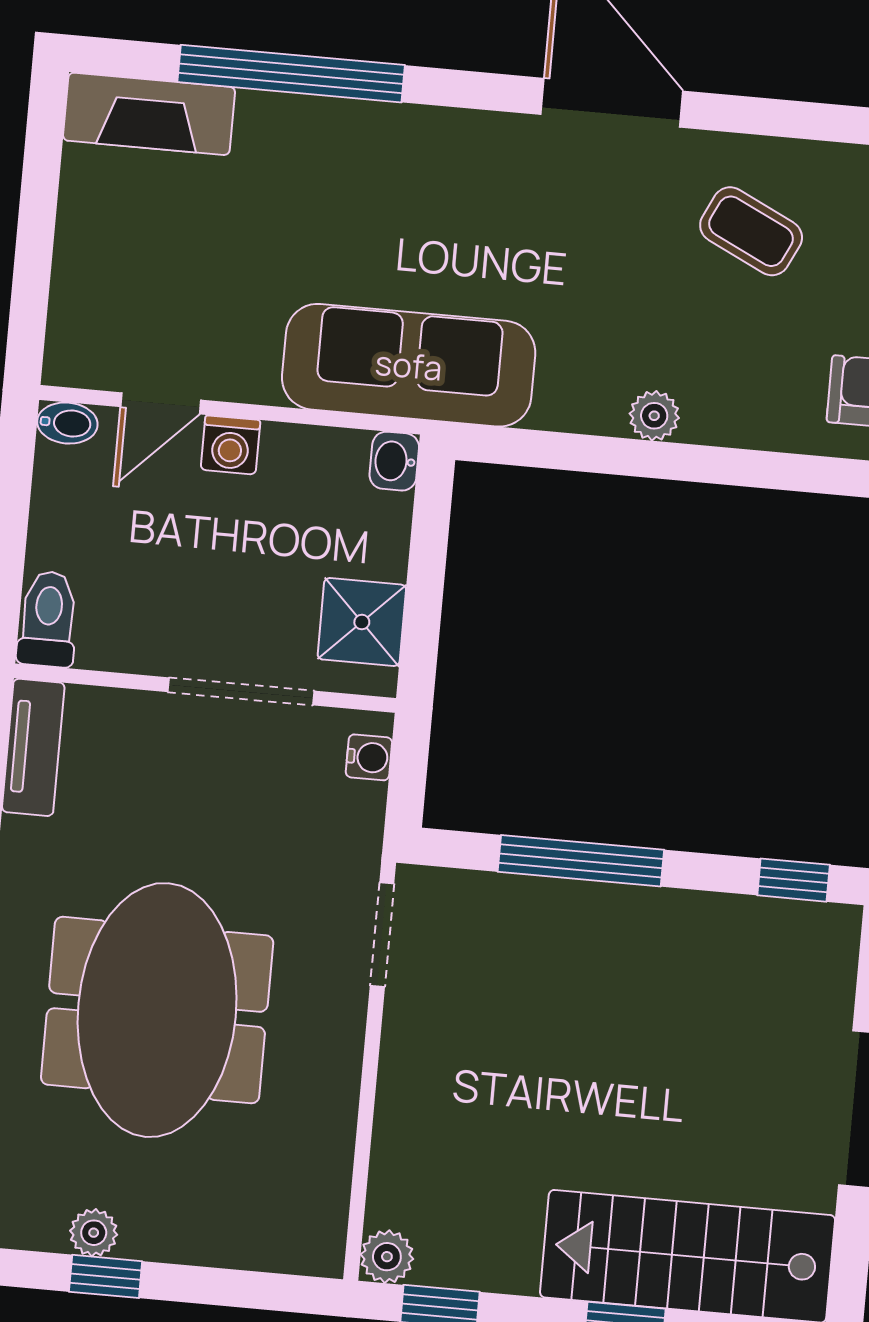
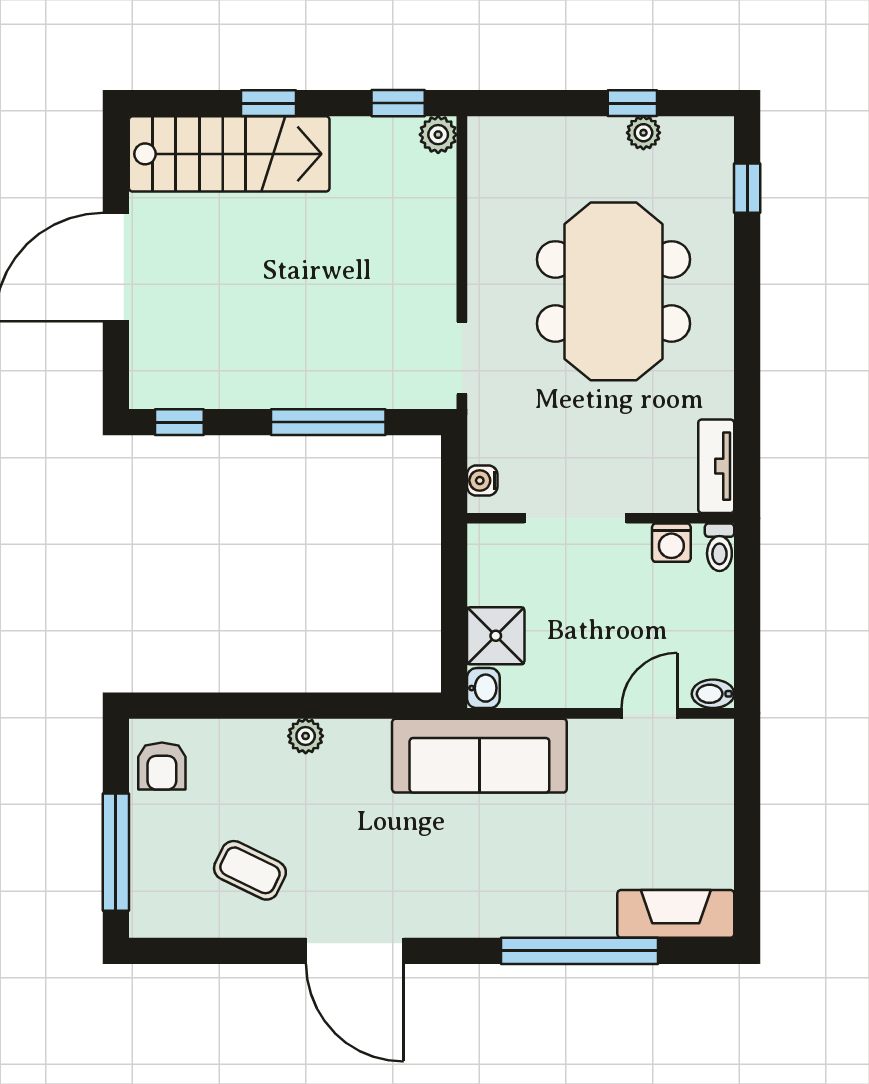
washing machine: (230, 445) -> (671, 543), moved, turned 180
toilet: (48, 619) -> (719, 547), width x0.73, depth x0.72
shower: (362, 622) -> (496, 636), moved

